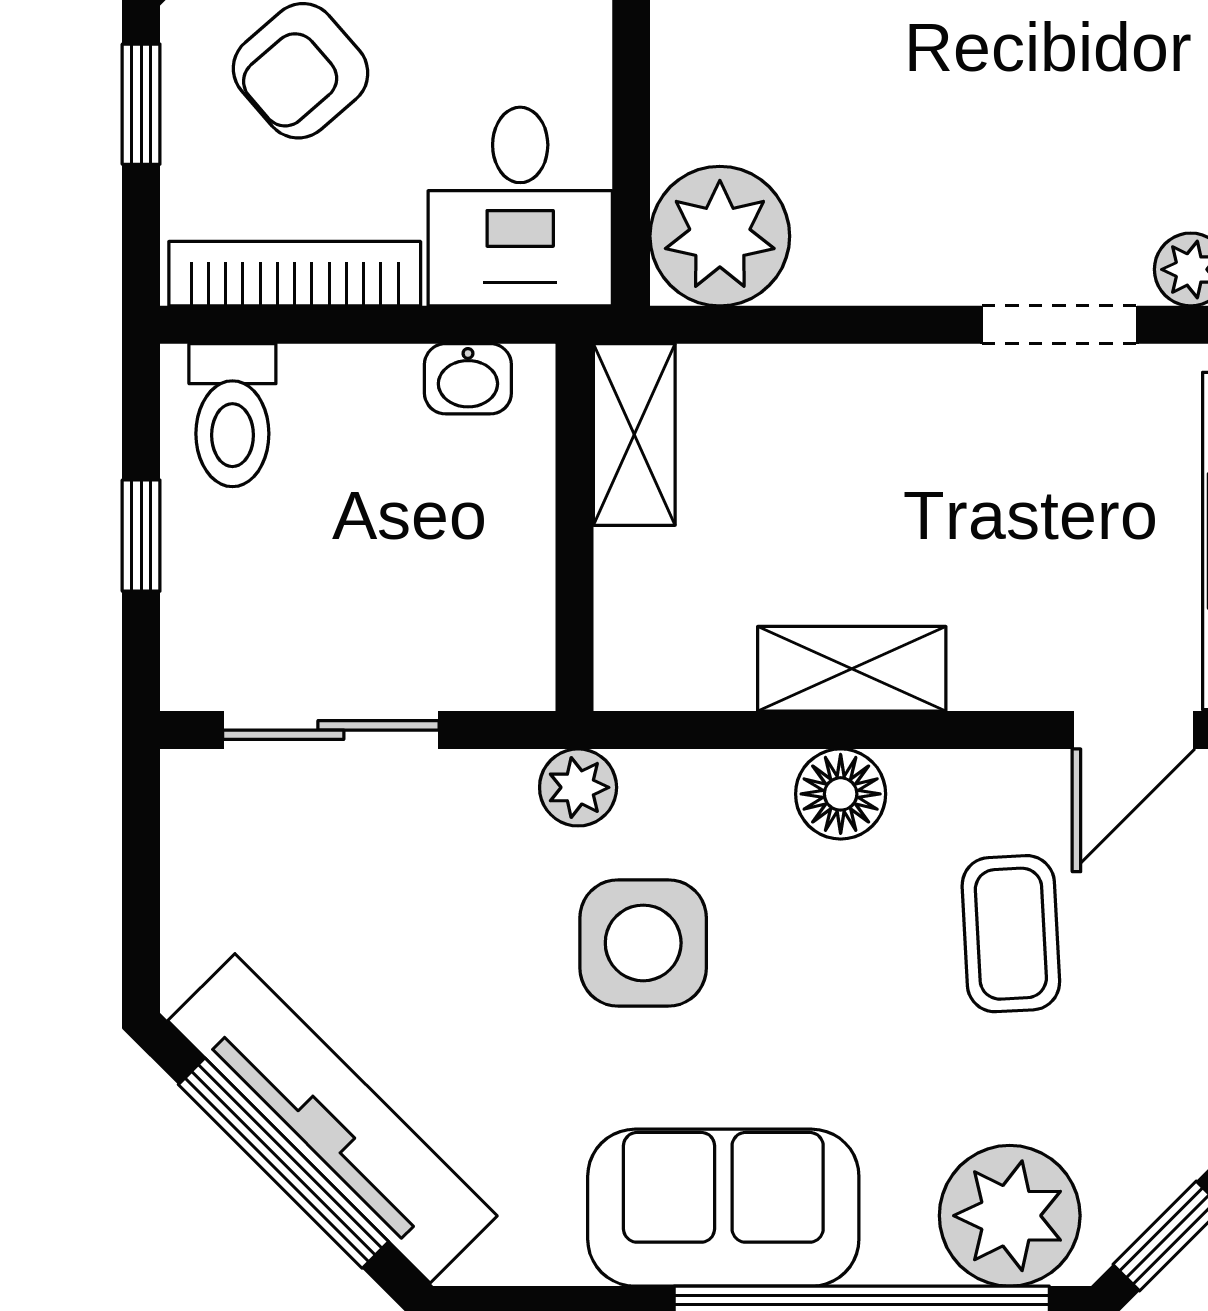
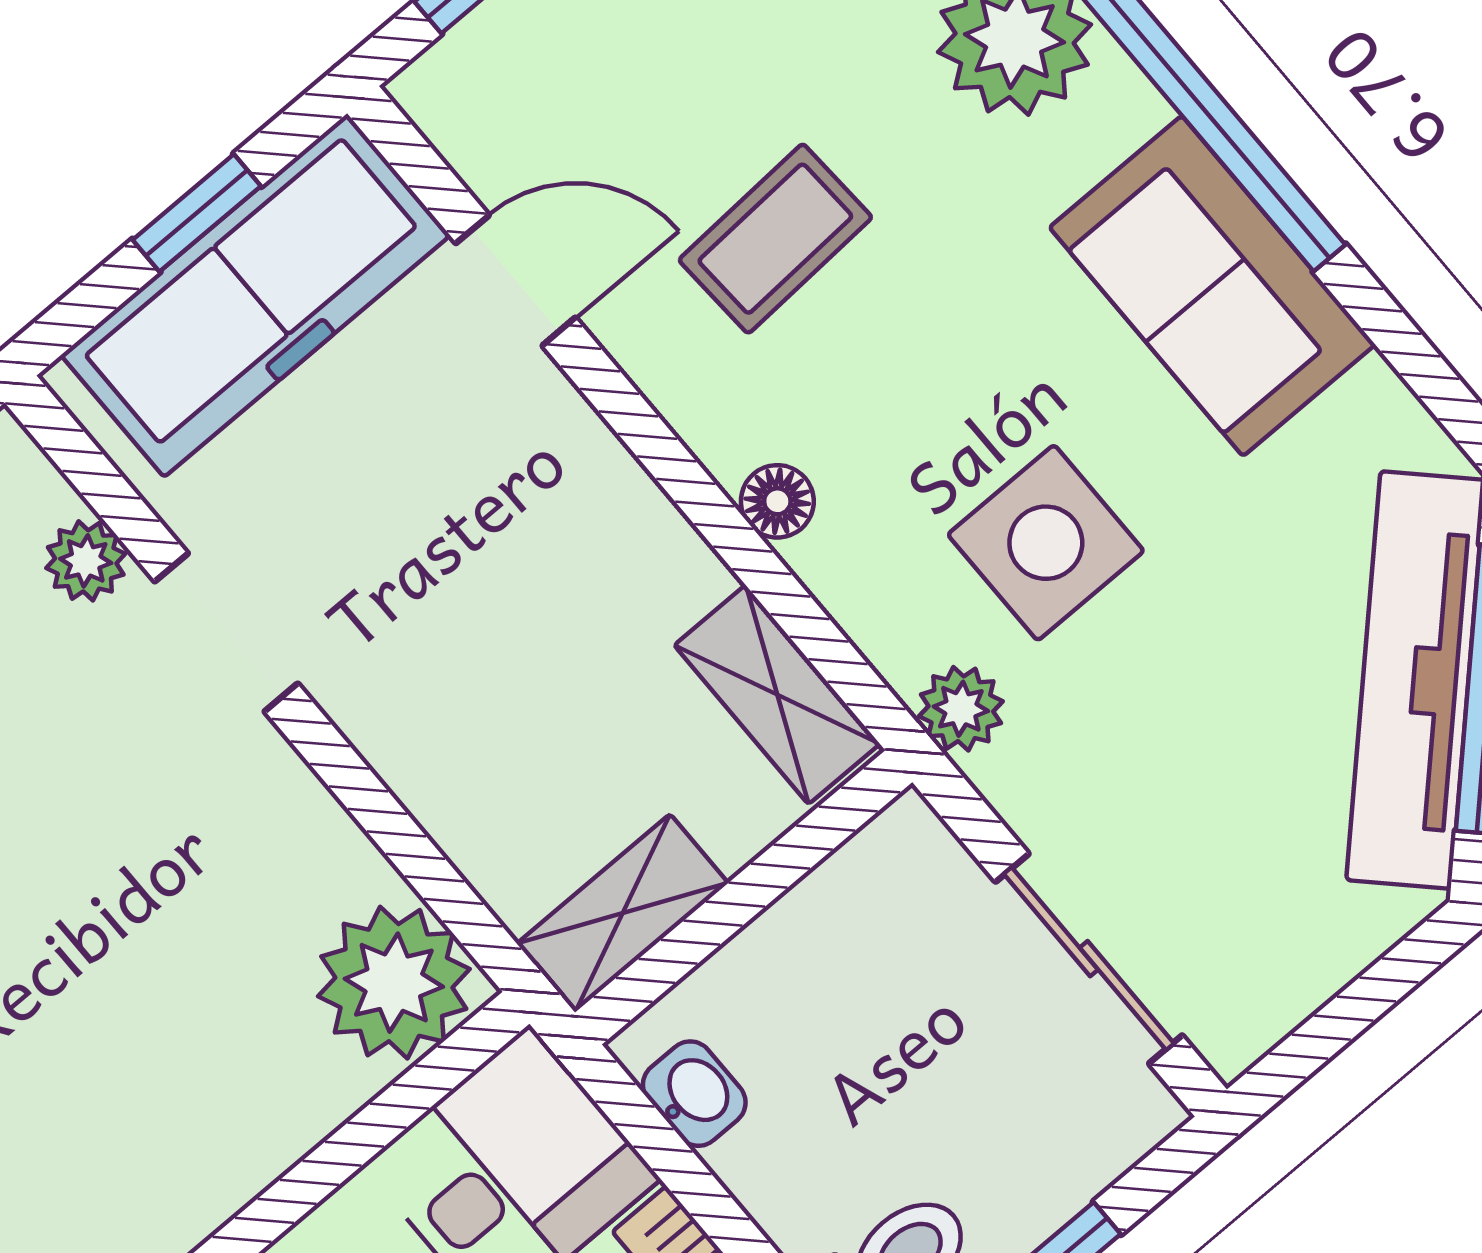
shelving: (852, 669) -> (777, 695), moved
floor lamp: (841, 794) -> (777, 501), width x0.73, depth x0.73

